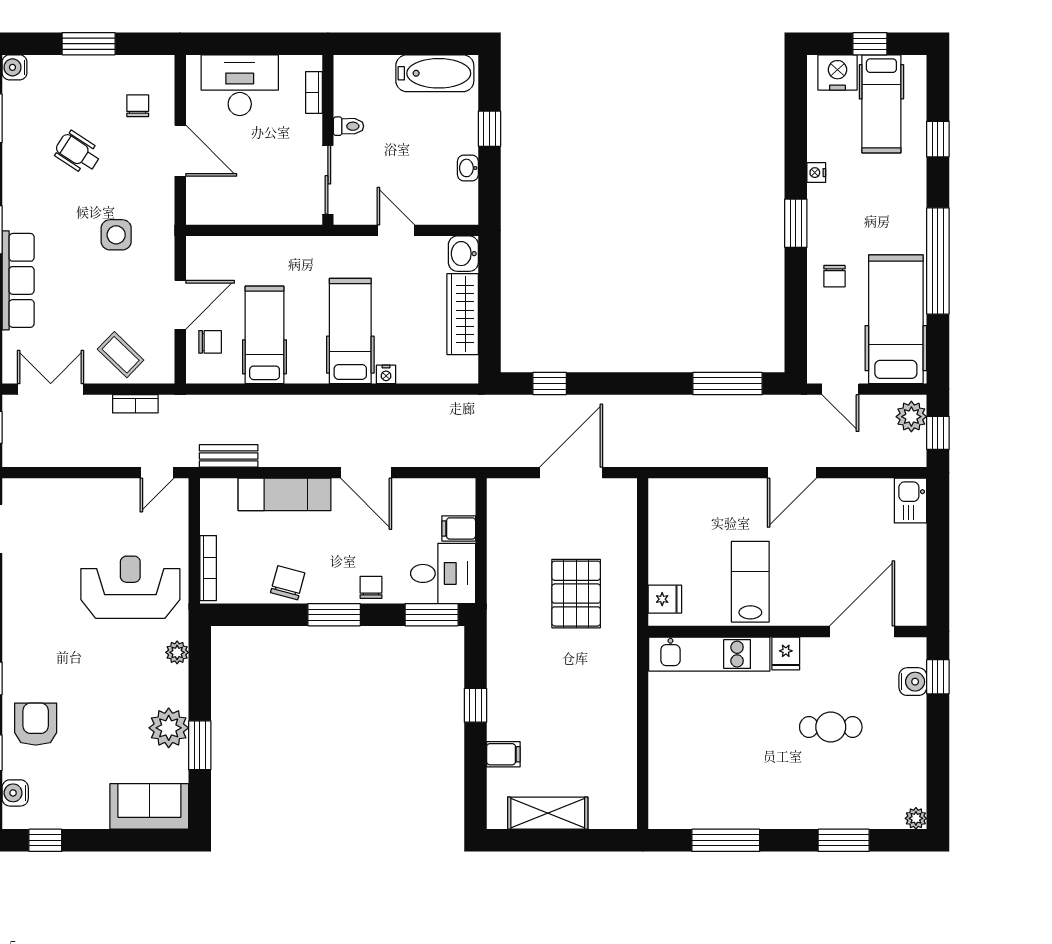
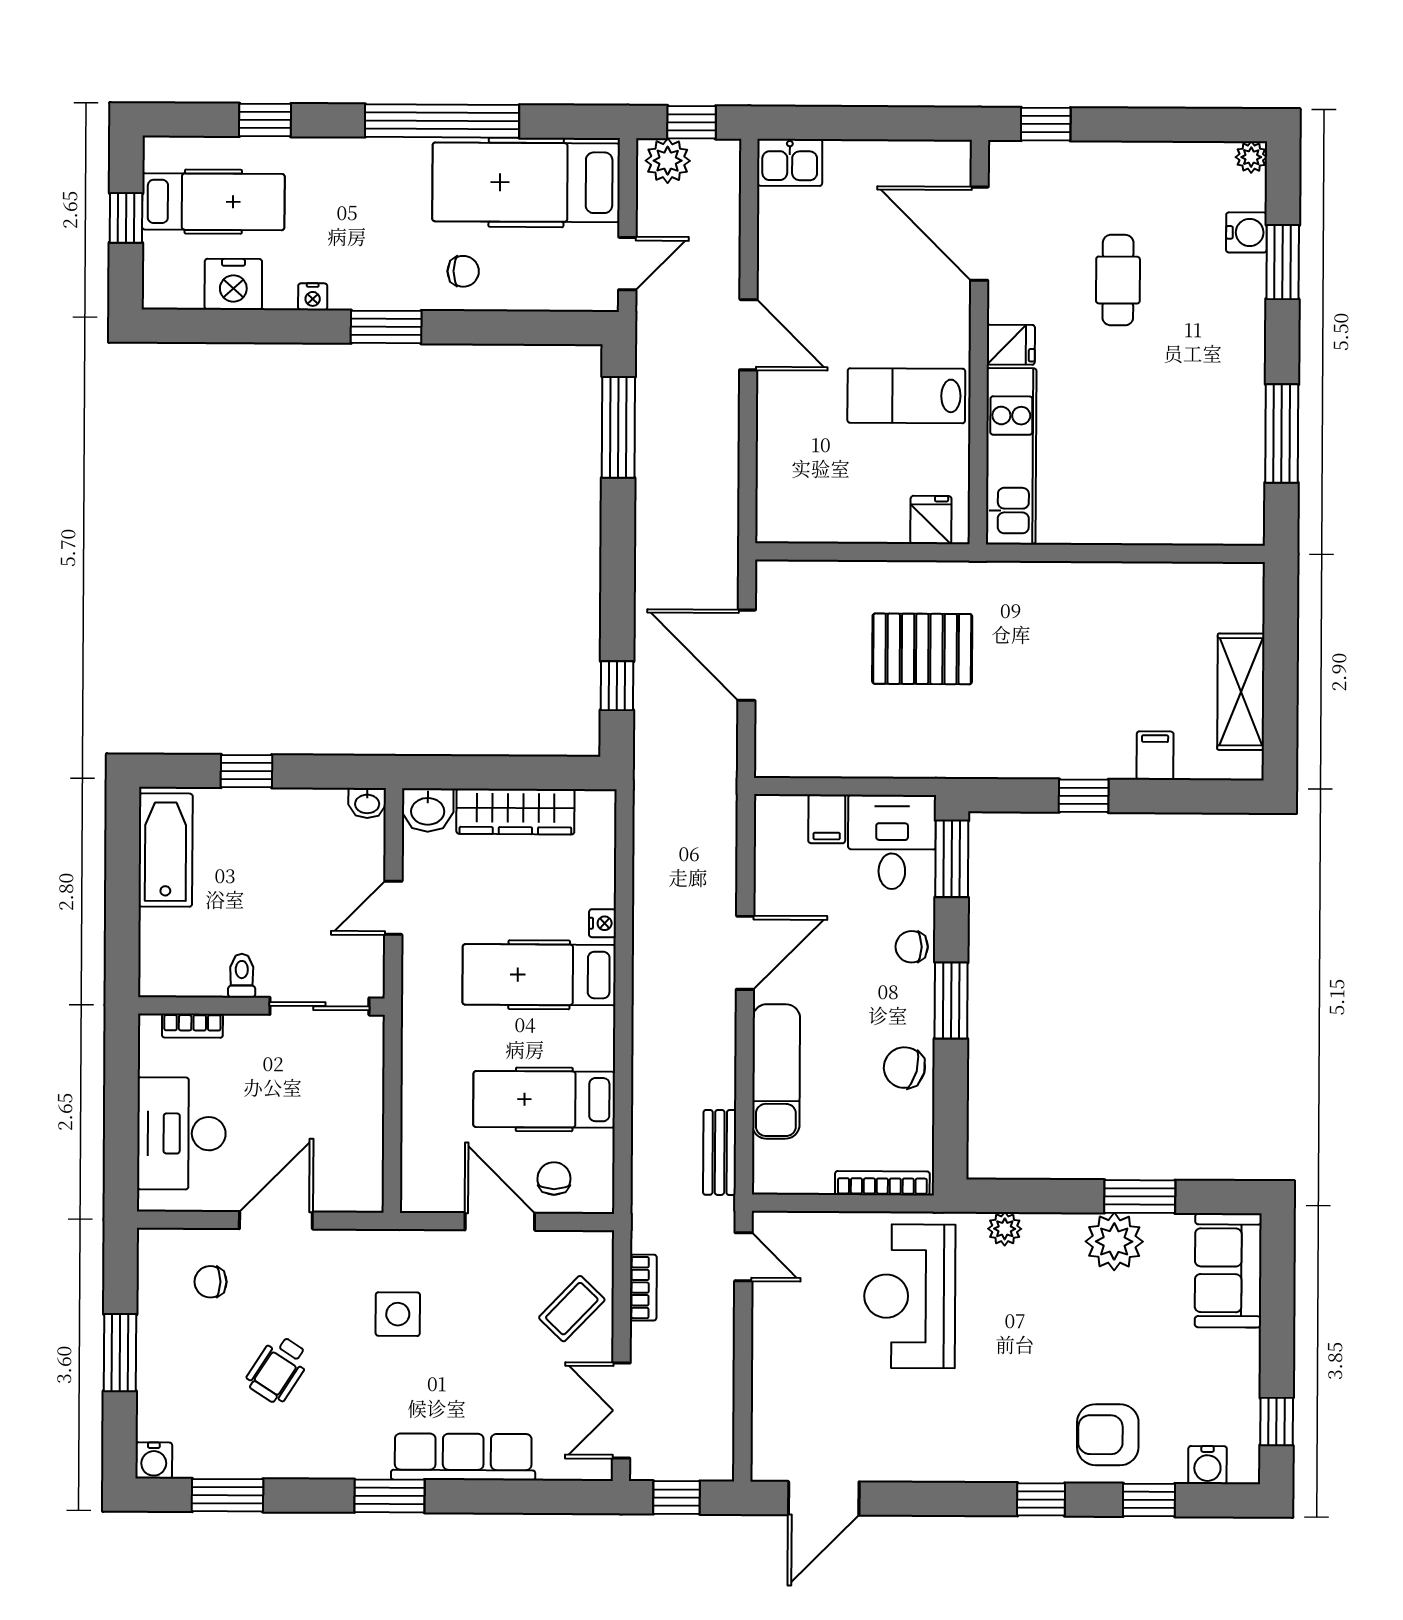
nightstand: (837, 72) -> (233, 284), moved, turned -90
washbasin: (468, 168) -> (367, 803), moved
water cooler: (913, 682) -> (1246, 232), moved, turned 90

